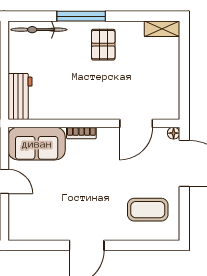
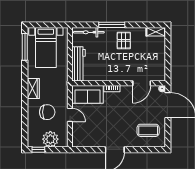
workbench: (20, 96) -> (78, 64), width x1.38

